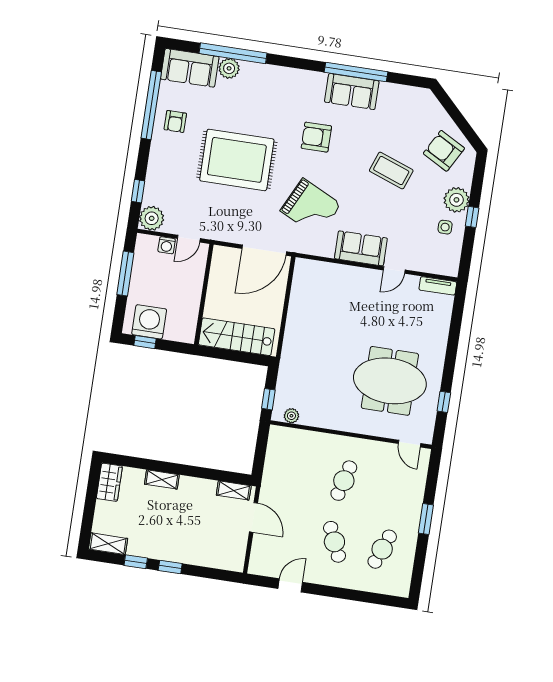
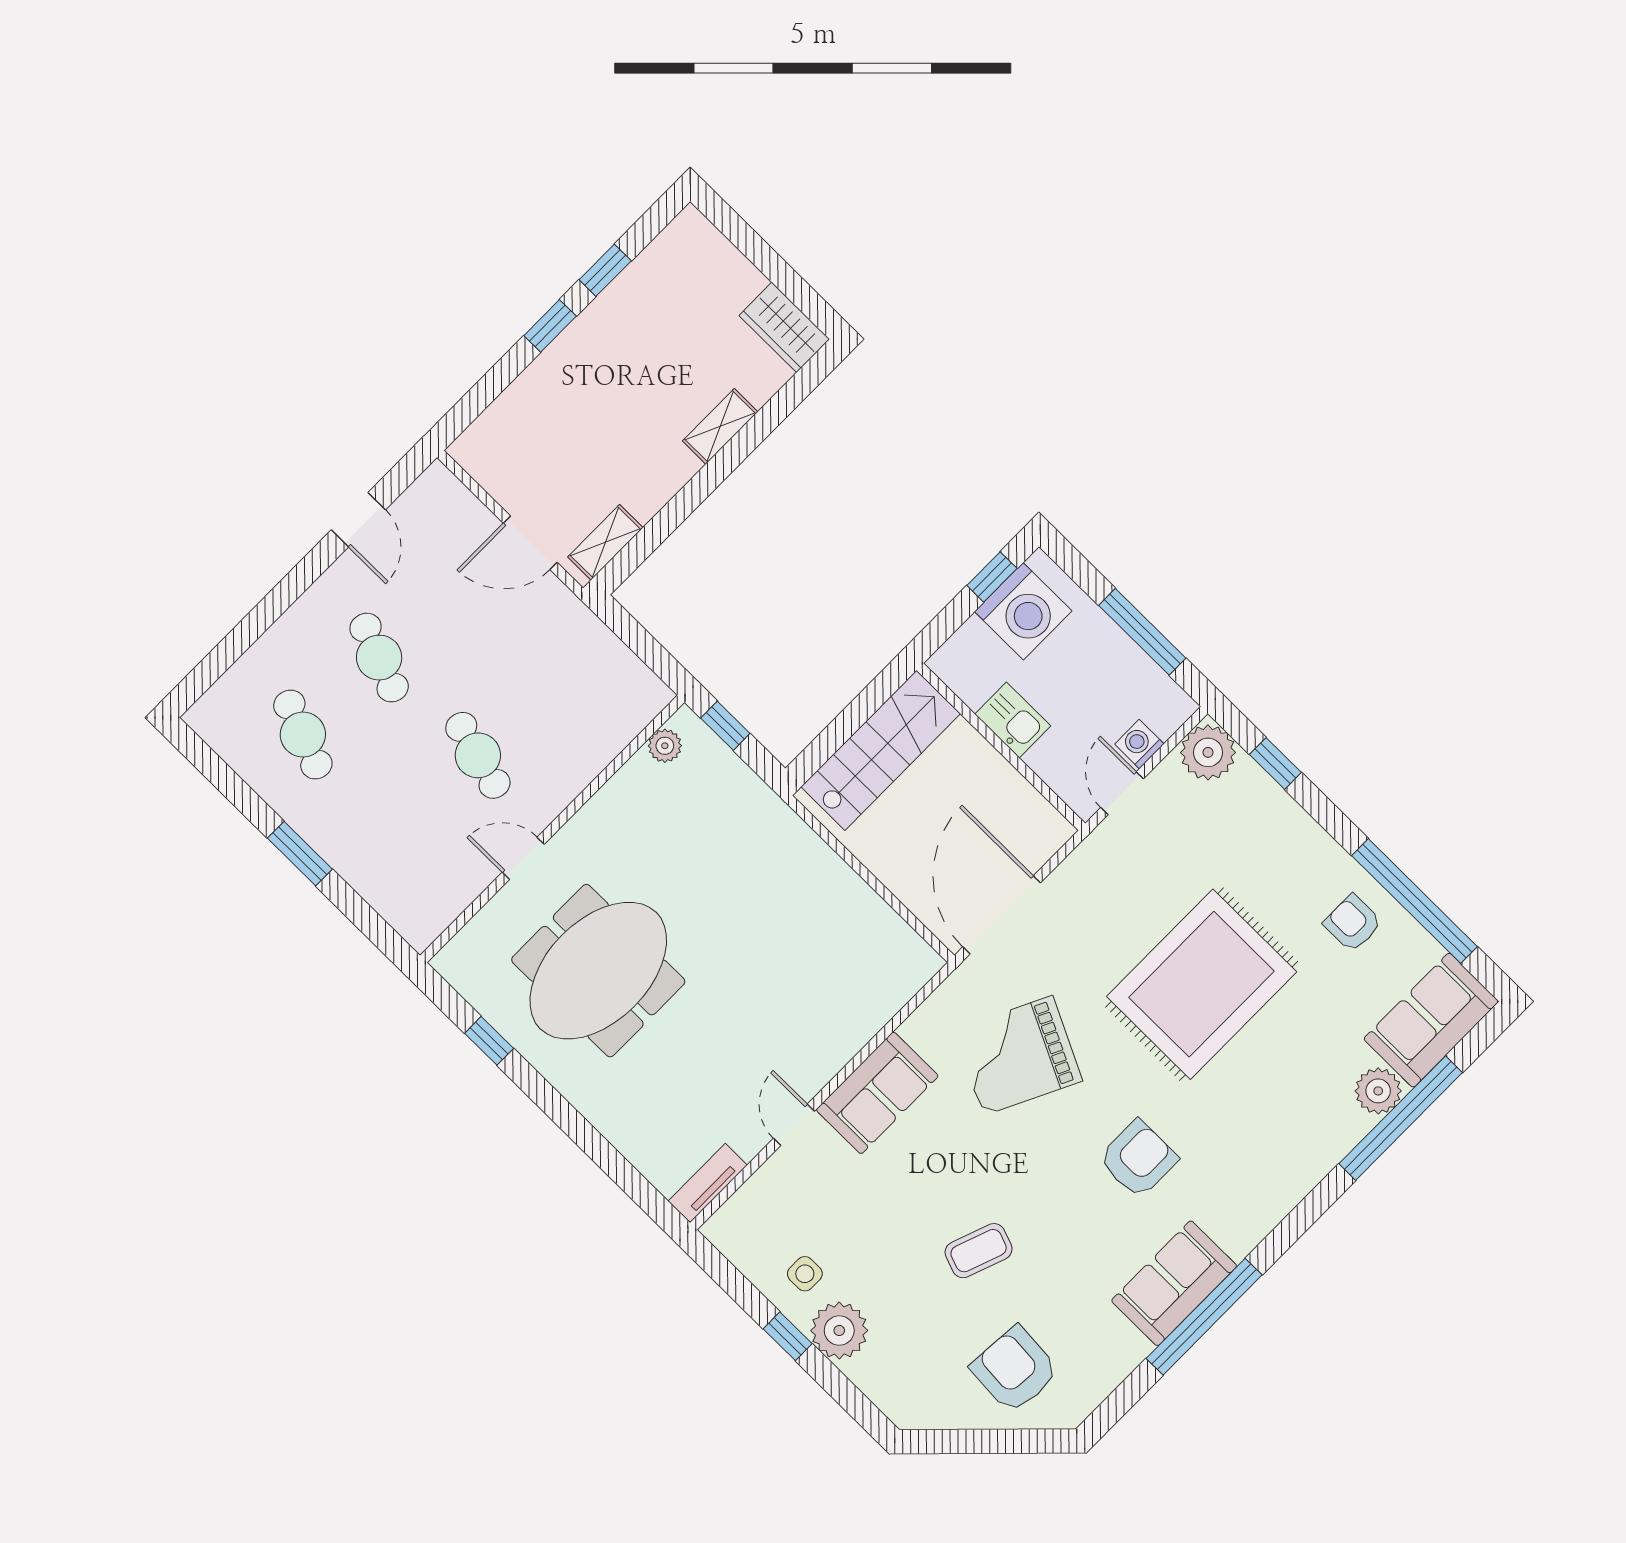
armchair: (444, 151) -> (1015, 1370), moved, turned -115
coffee table: (391, 171) -> (979, 1251), width x0.73, depth x0.77
kitchen sink: (191, 297) -> (1013, 720), added
door: (410, 444) -> (523, 858), moved
cafe table: (334, 542) -> (379, 658), turned 45
shelving: (108, 544) -> (674, 244), removed

